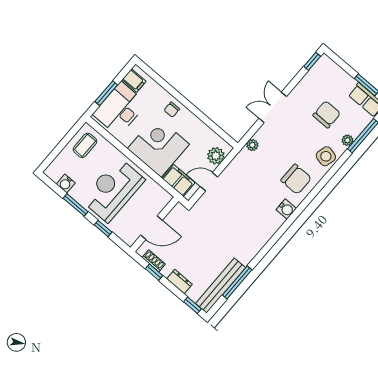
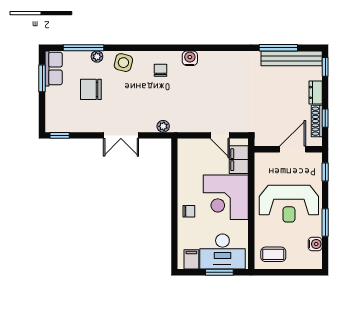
plant: (216, 156) -> (195, 147), removed
chair: (296, 179) -> (161, 70), width x0.54, depth x0.54
window: (103, 228) -> (325, 172), moved
door: (152, 228) -> (293, 149), hinge flipped
shoe rack: (154, 261) -> (317, 121), width x1.43

